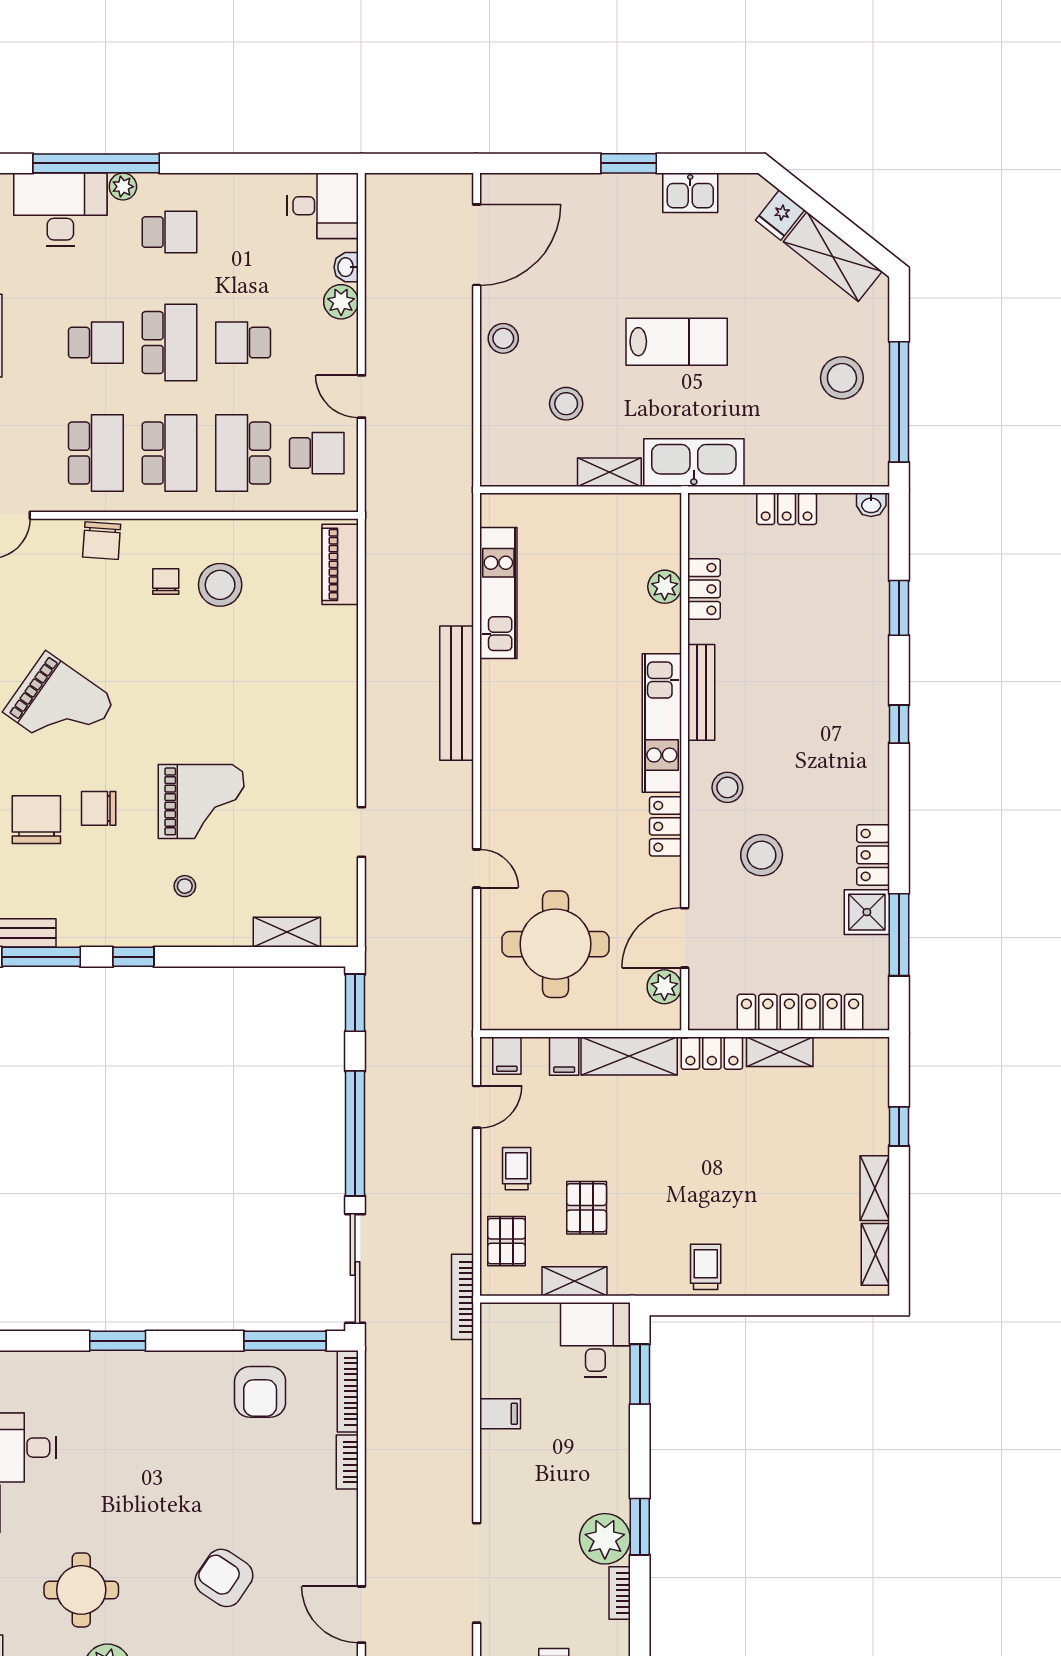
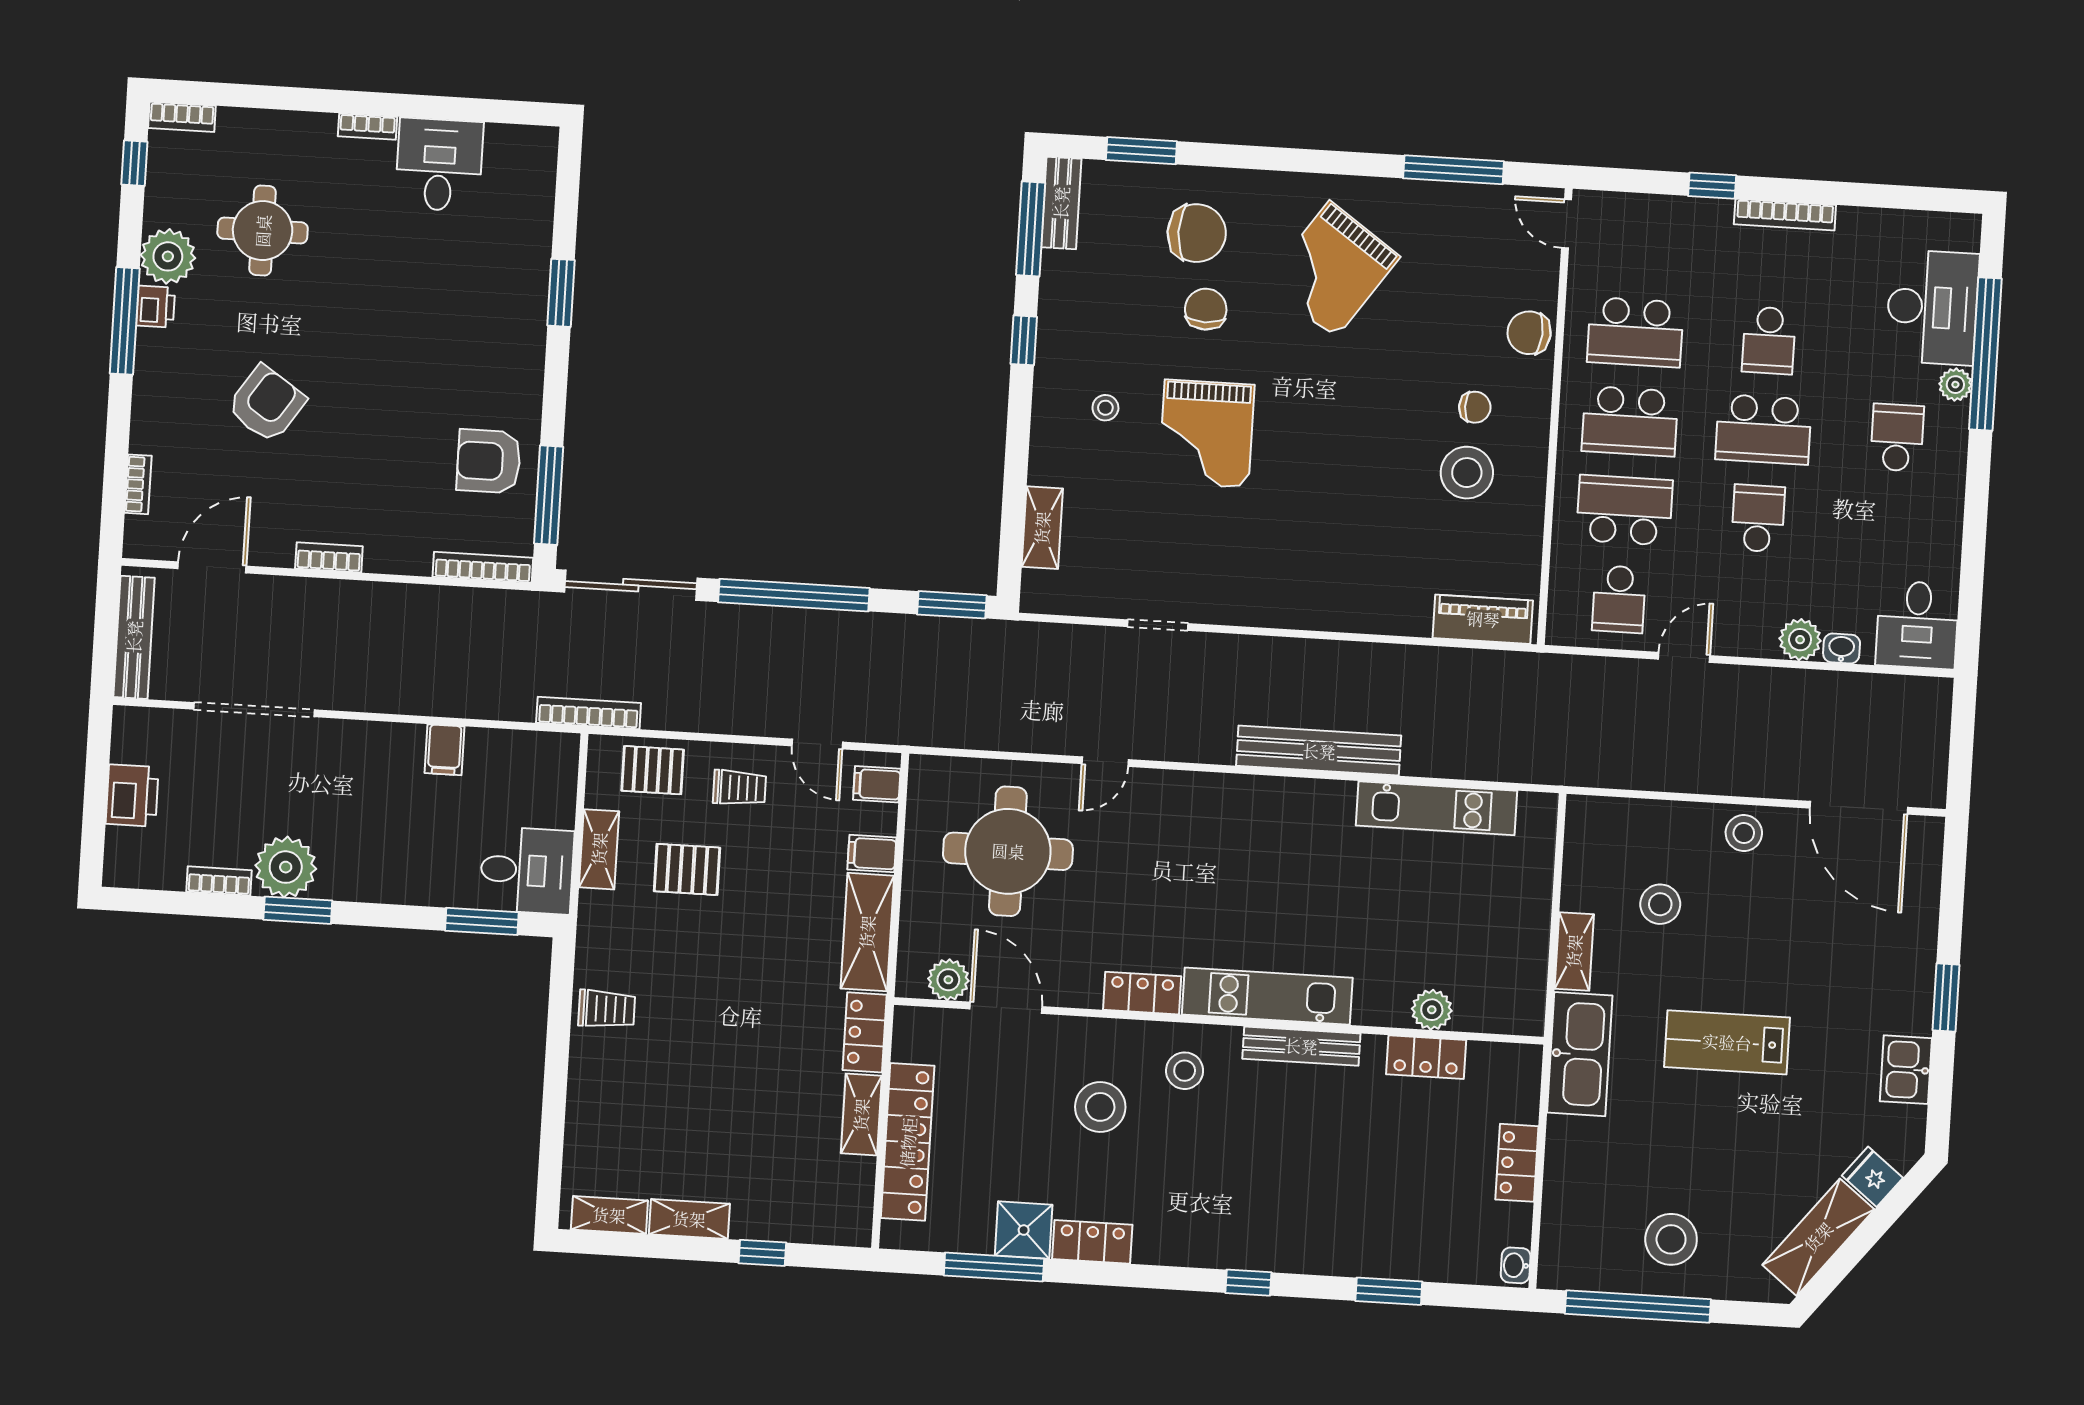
school desk: (169, 232) -> (1897, 438), turned 180
lab bench: (677, 342) -> (1727, 1042), turned 90
bookcase: (347, 1462) -> (329, 557), moved

